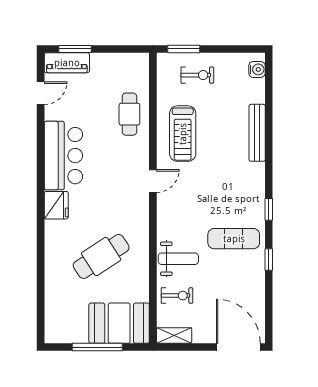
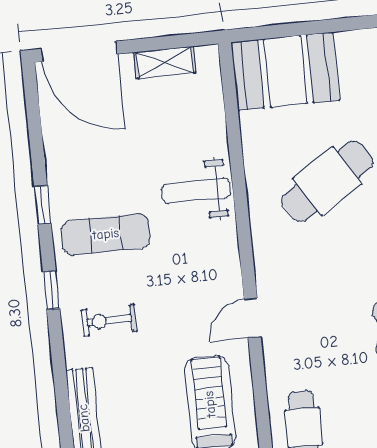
exercise bike: (177, 296) -> (109, 320), moved
shelving: (174, 335) -> (165, 62), moved
window: (97, 347) -> (318, 27), removed

